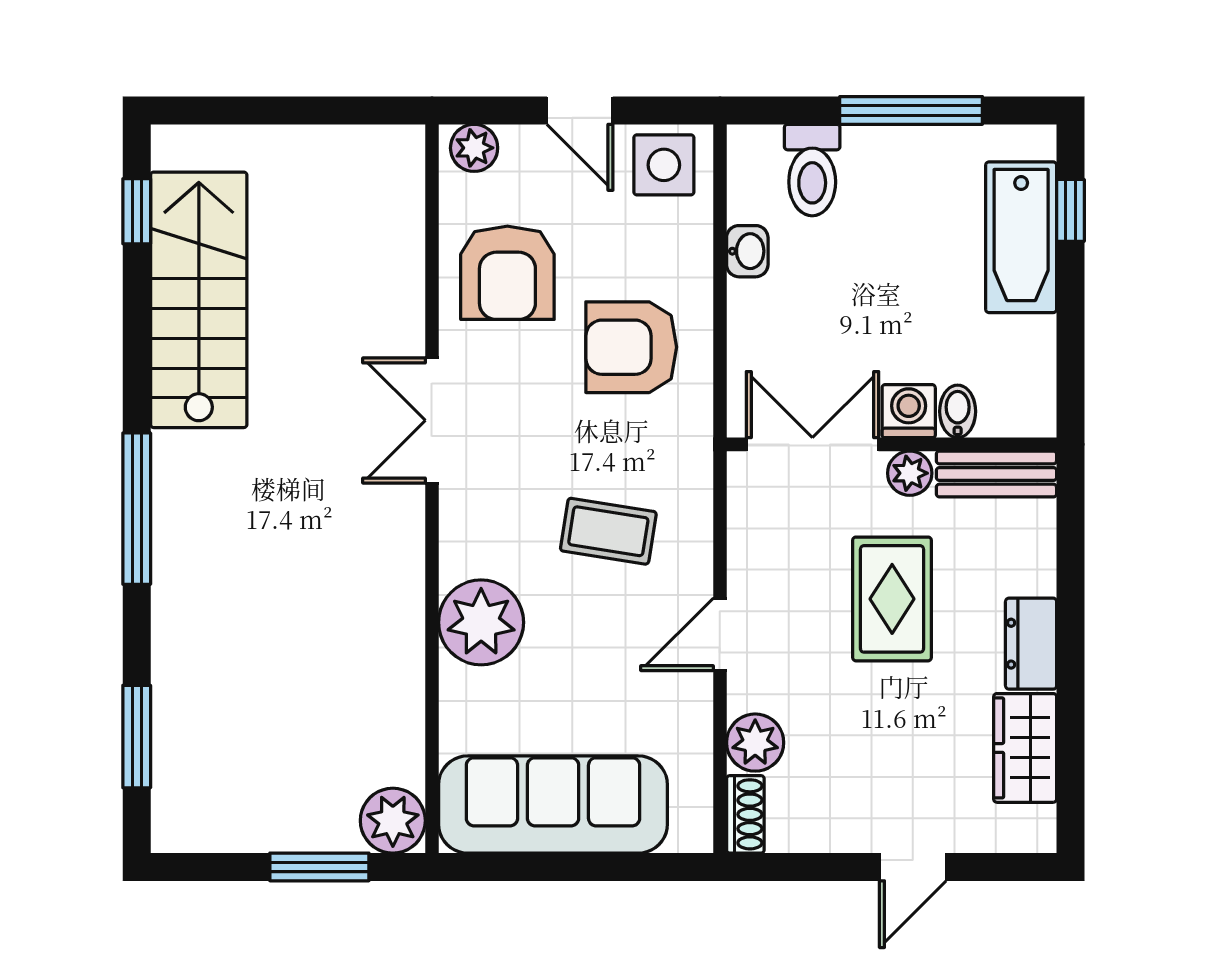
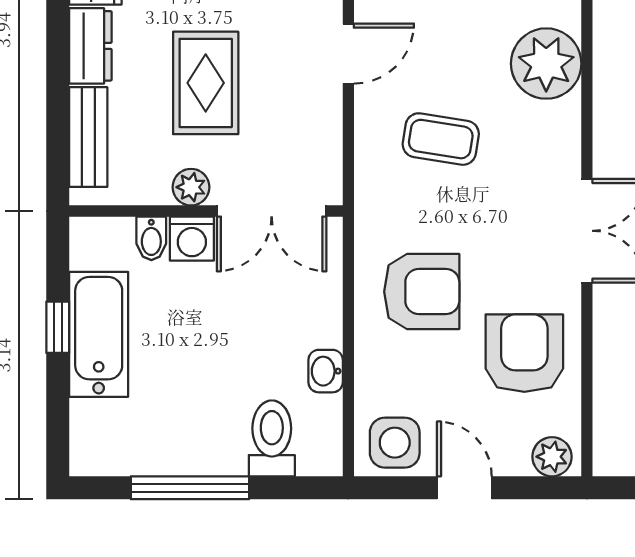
window: (1070, 210) -> (58, 327), moved
bathtub: (1021, 237) -> (99, 334), moved
bench: (996, 474) -> (88, 137), moved, turned 90

